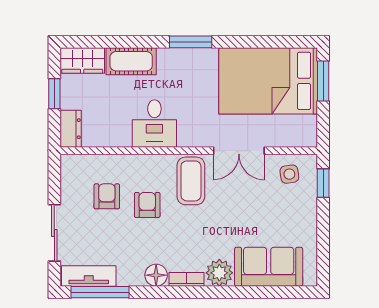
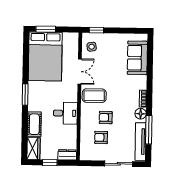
plant: (219, 273) -> (140, 82), removed
tv unit: (89, 276) -> (140, 142), width x1.41
window: (100, 292) -> (149, 130), moved

